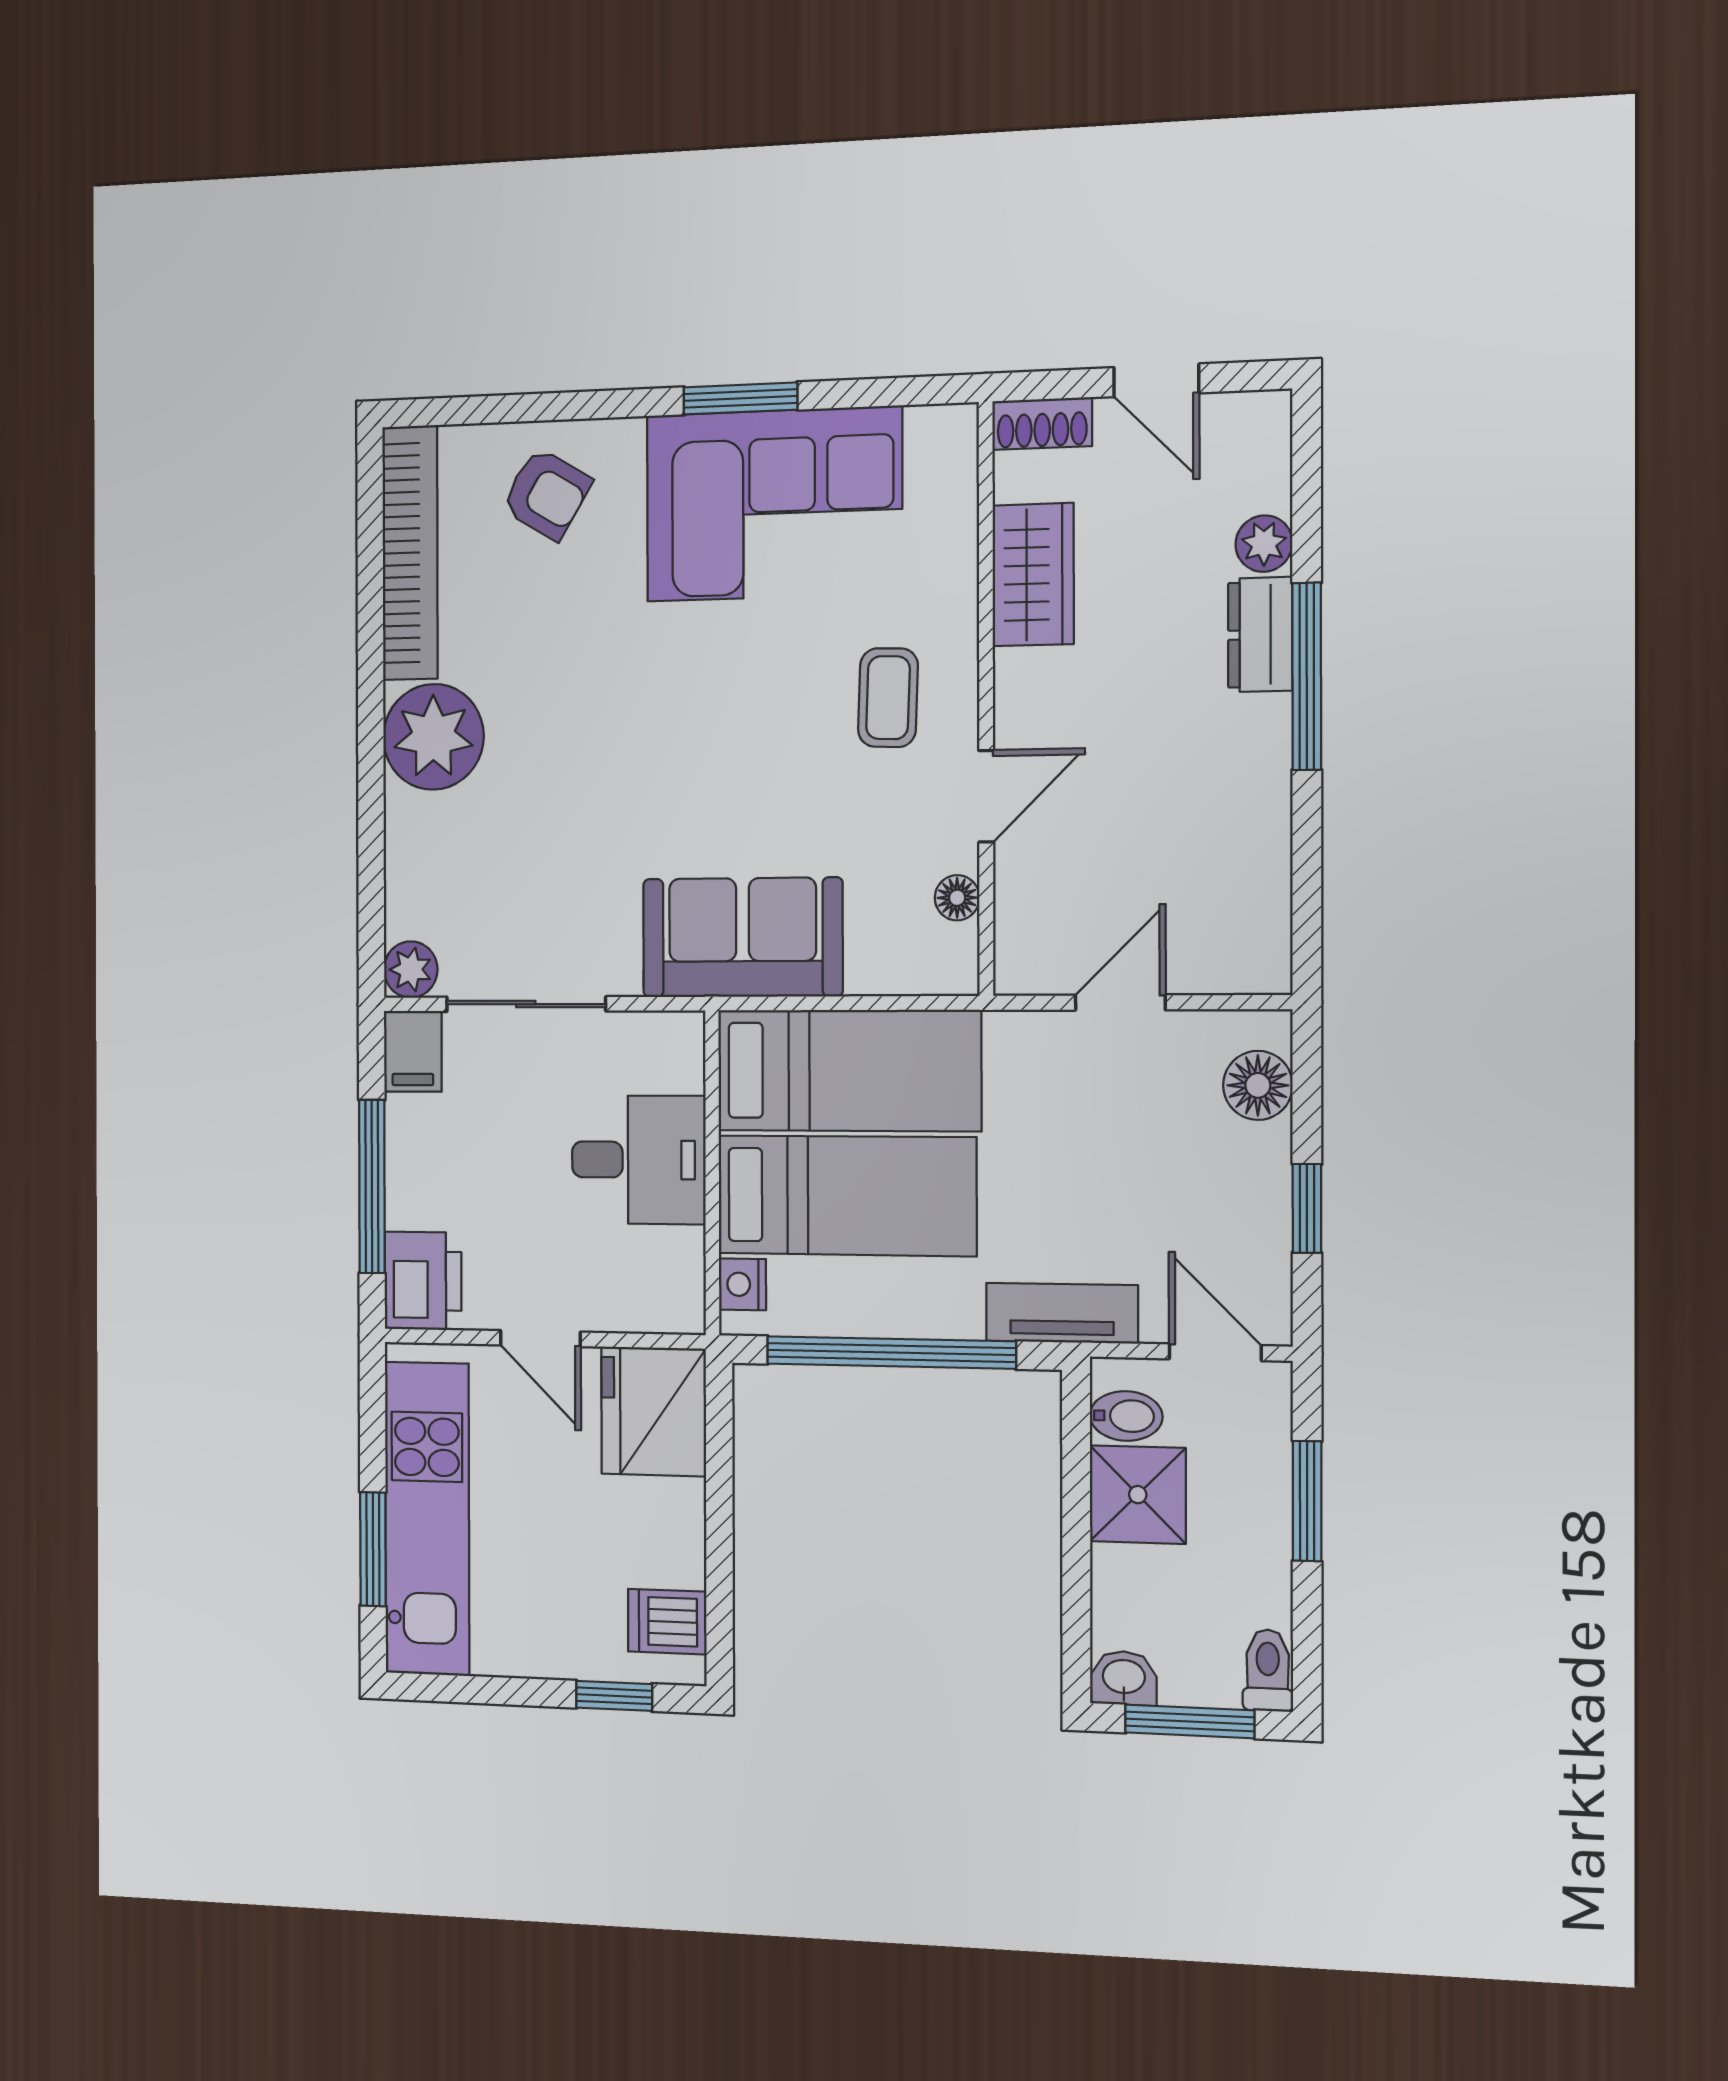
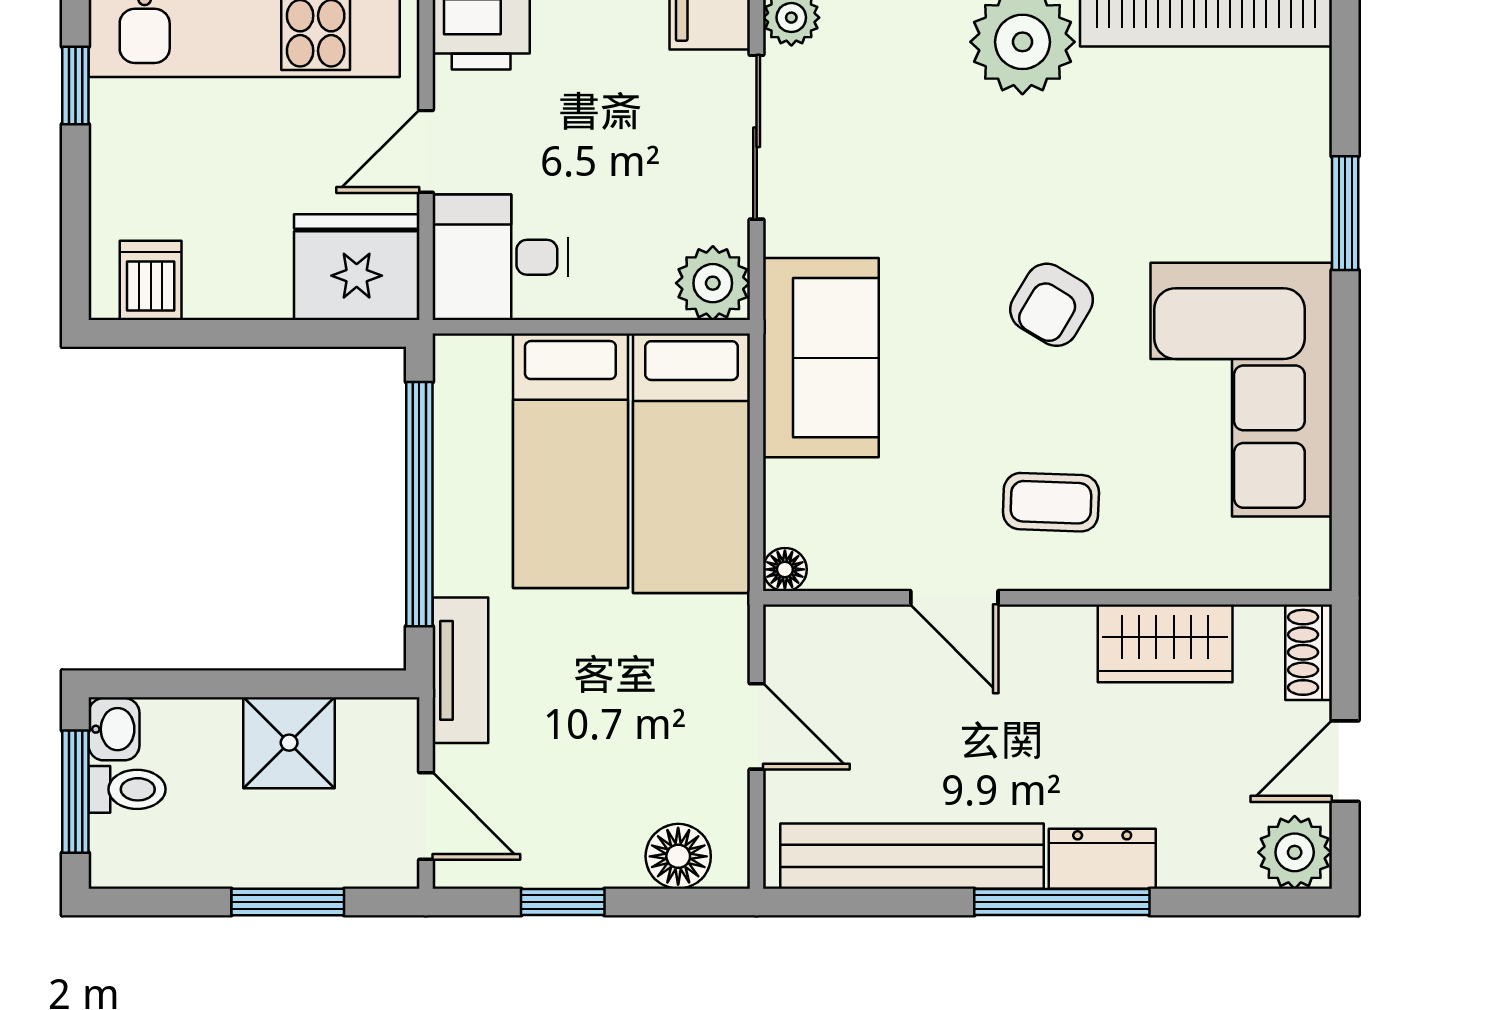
window: (740, 398) -> (1345, 213), moved
armchair: (547, 494) -> (1052, 305), moved
plant: (1264, 544) -> (1295, 852), moved, width x1.38, depth x1.38
bench: (1257, 837) -> (912, 856), added
floor lamp: (957, 898) -> (785, 569), moved
plant: (669, 1048) -> (713, 283), added
desk: (639, 1160) -> (500, 257), moved, turned 90
nightstand: (742, 1284) -> (483, 357), removed
door: (1215, 1352) -> (426, 816), hinge flipped
bidet: (1126, 1416) -> (364, 732), removed
toilet: (1268, 1670) -> (127, 789), moved
window: (614, 1696) -> (75, 85), moved

